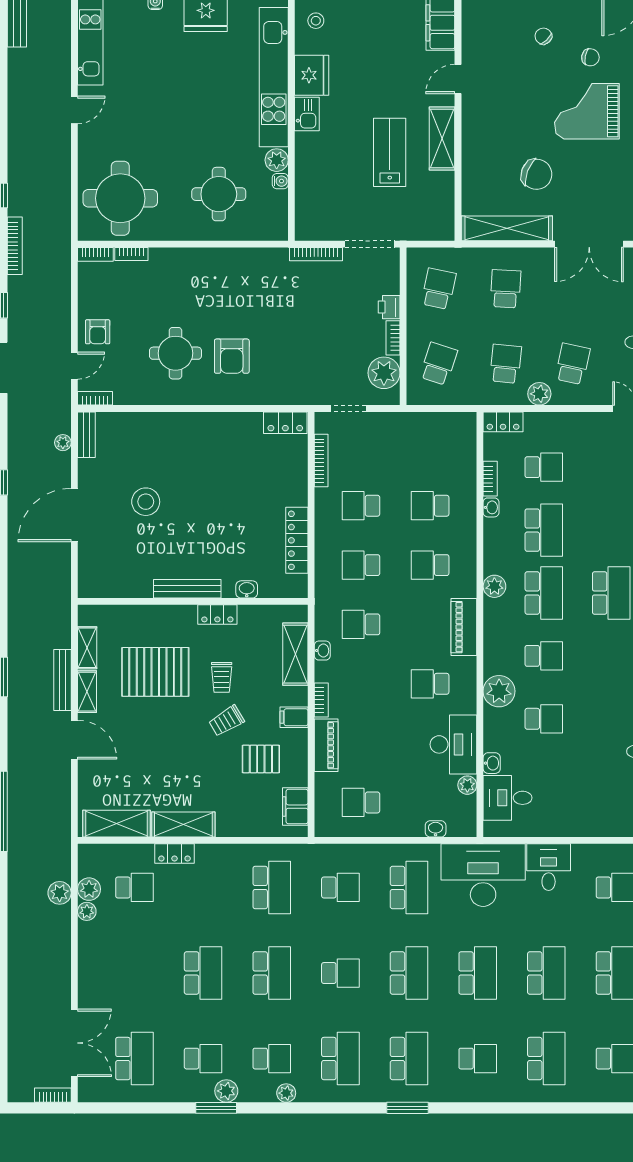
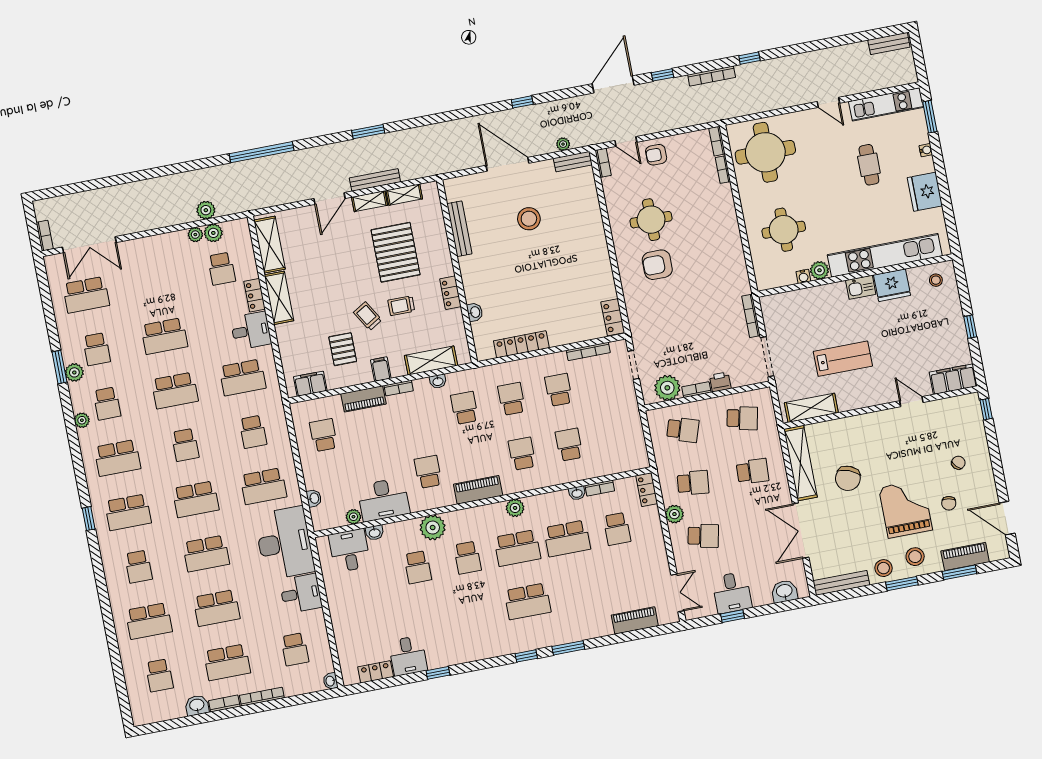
cafe table: (160, 75) -> (869, 165), added
shelving: (442, 139) -> (811, 408), moved
bench: (187, 589) -> (459, 229), moved
desk: (217, 866) -> (251, 331), added
window: (408, 1108) -> (89, 519), width x0.67

